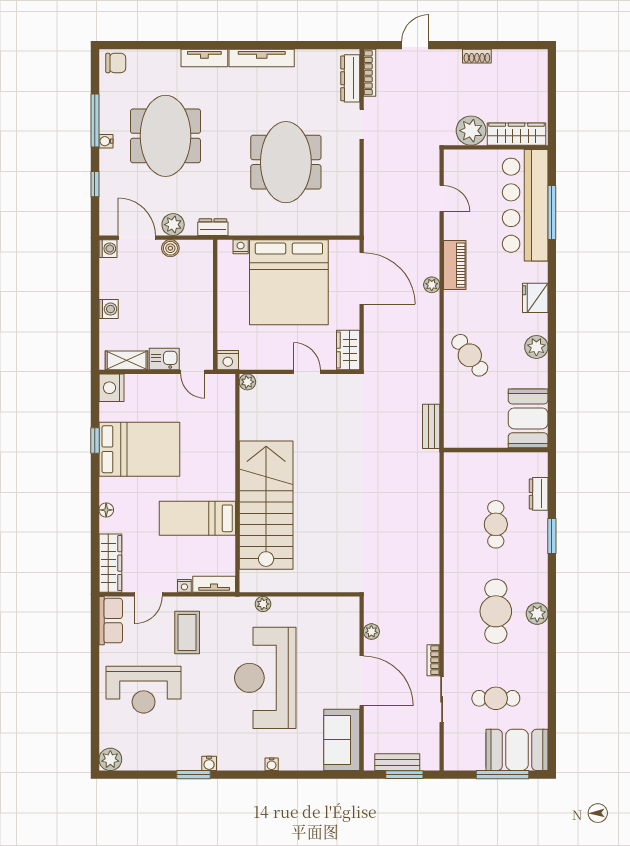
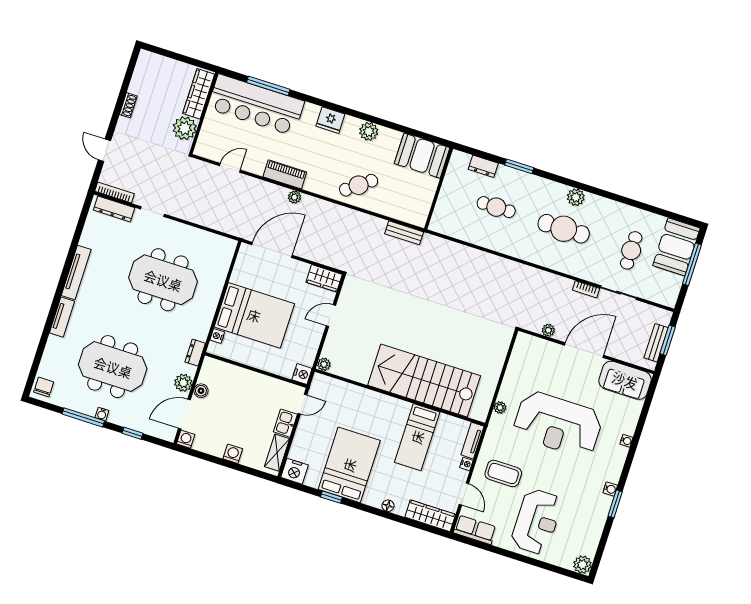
bed: (289, 282) -> (254, 315), width x0.73

